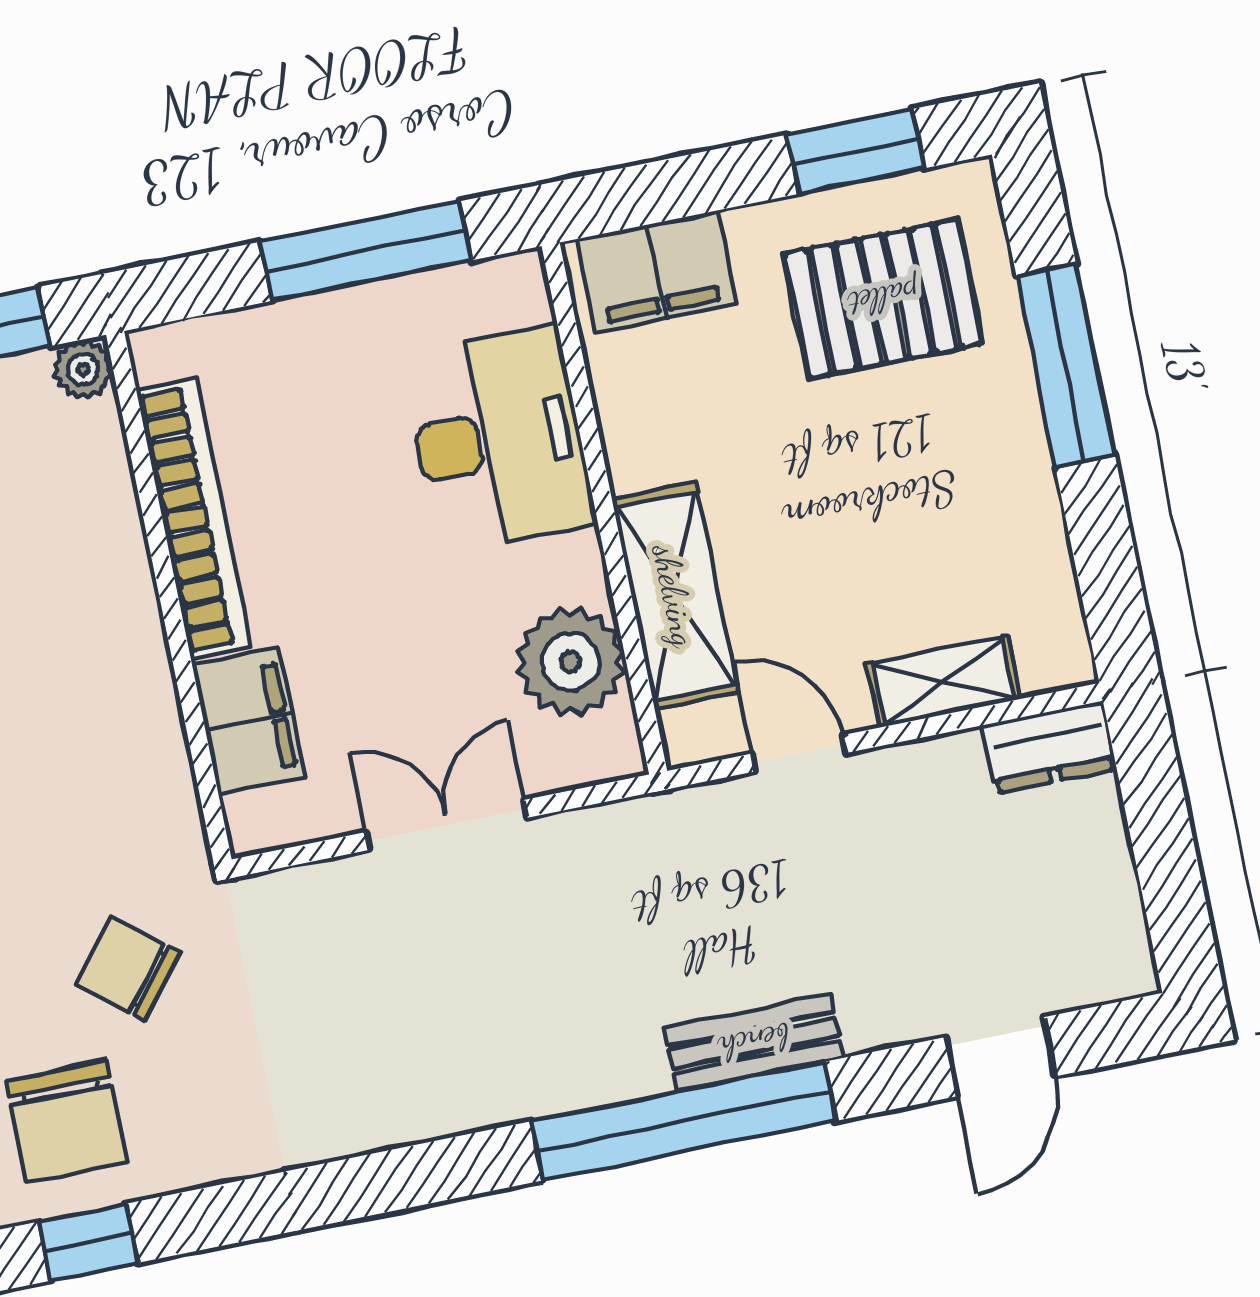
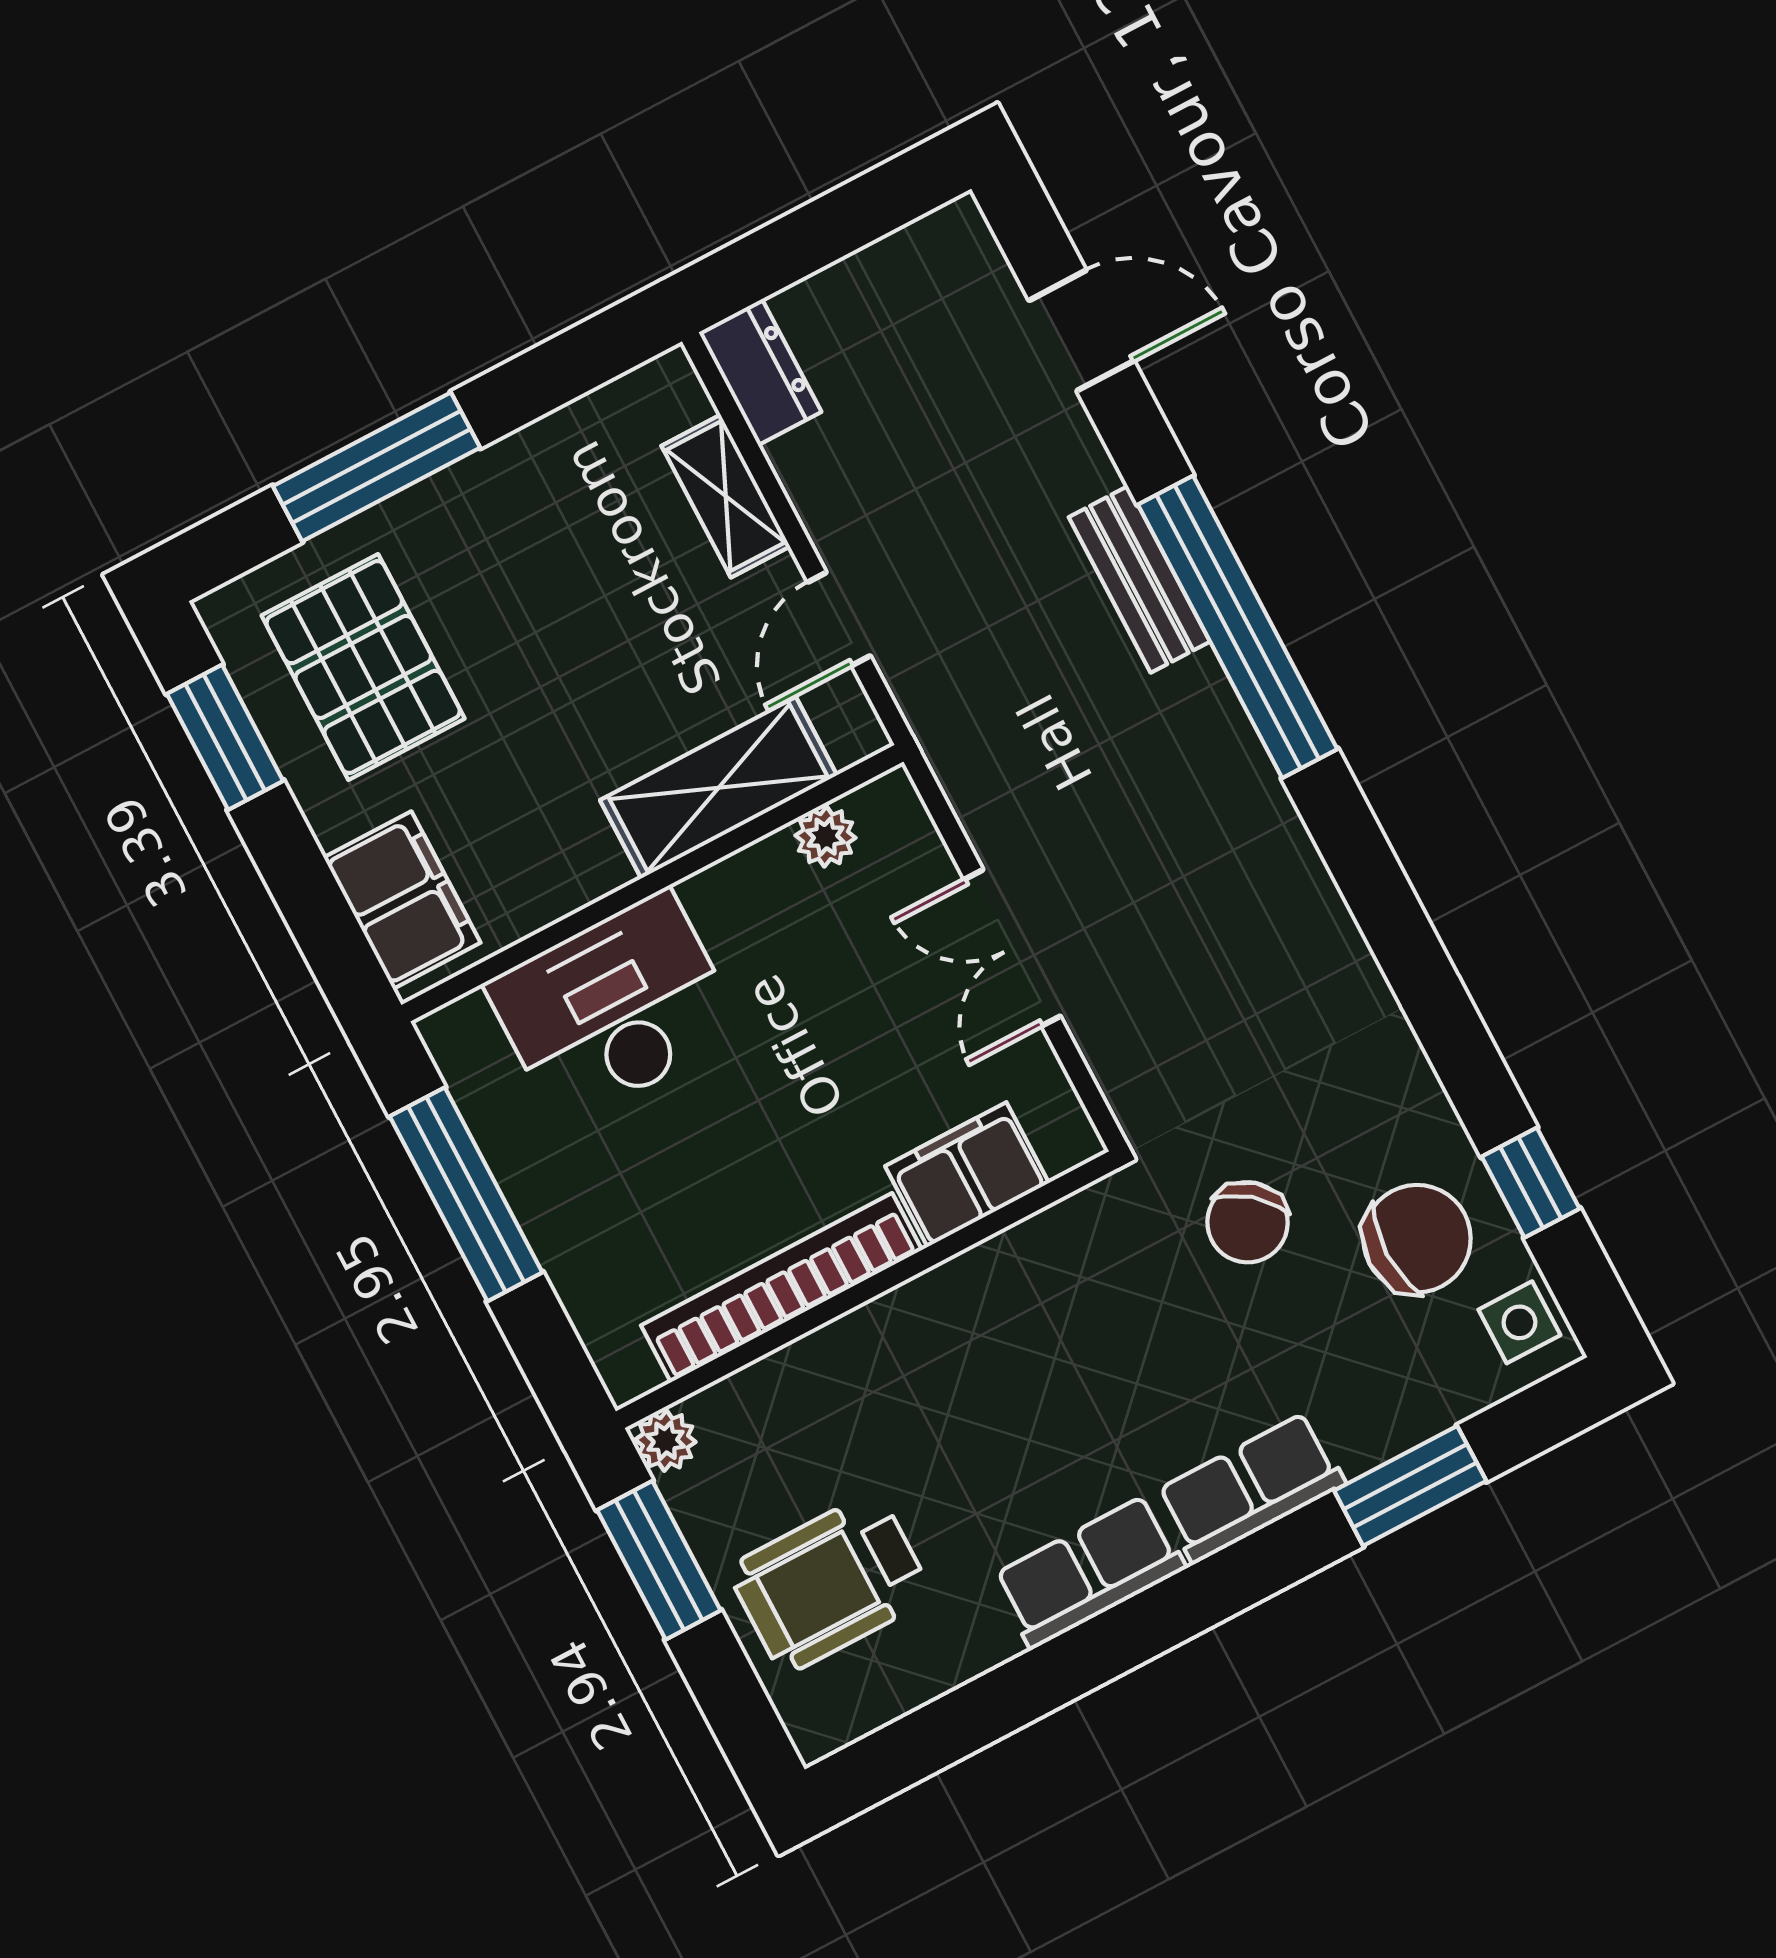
plant: (570, 662) -> (826, 837), width x0.53, depth x0.53

